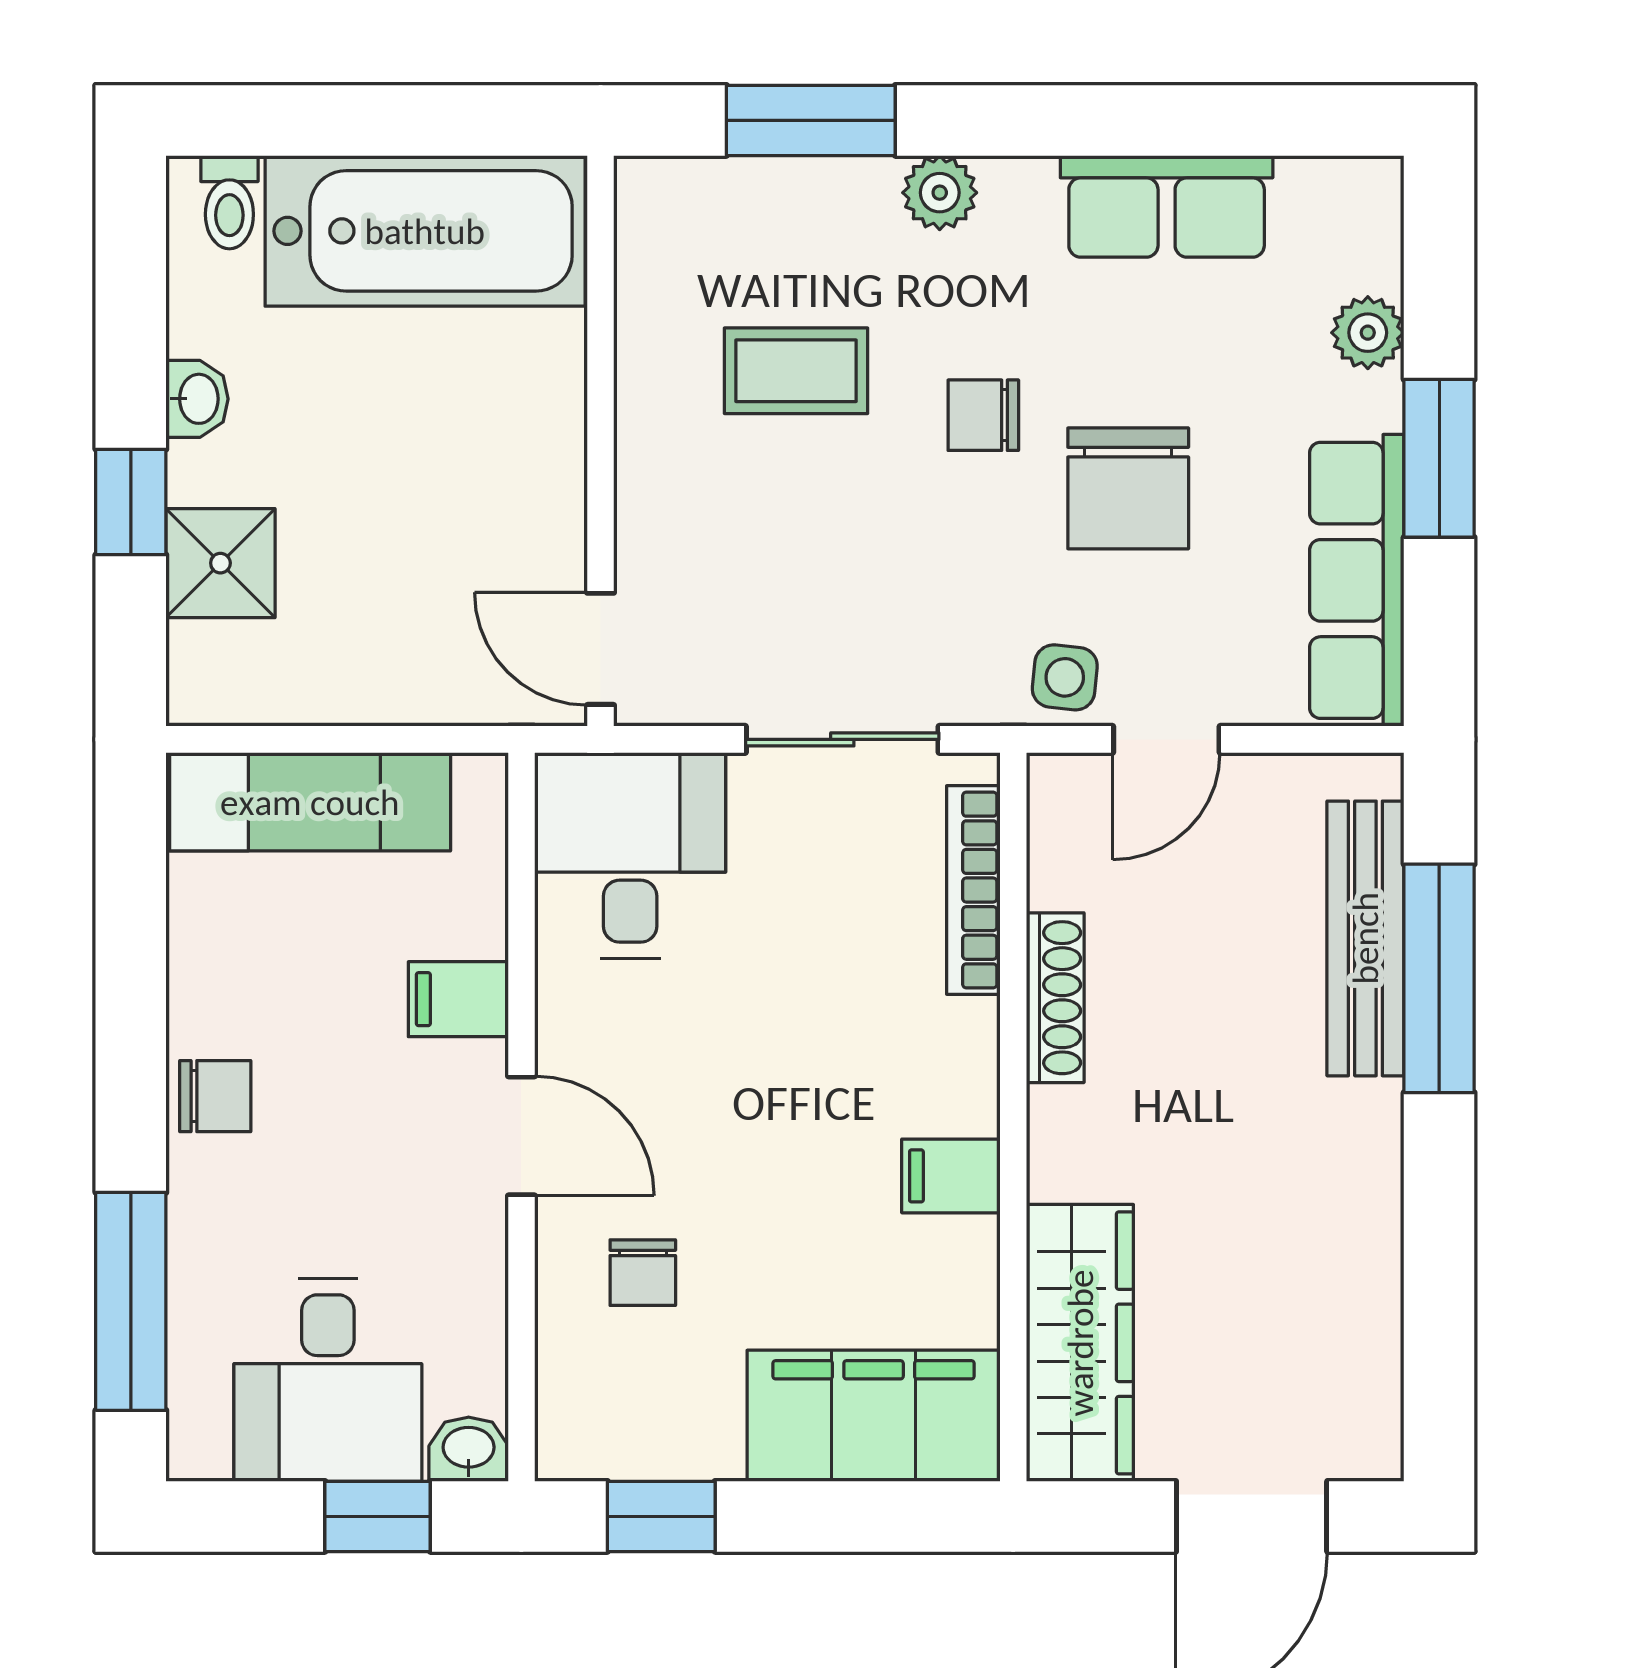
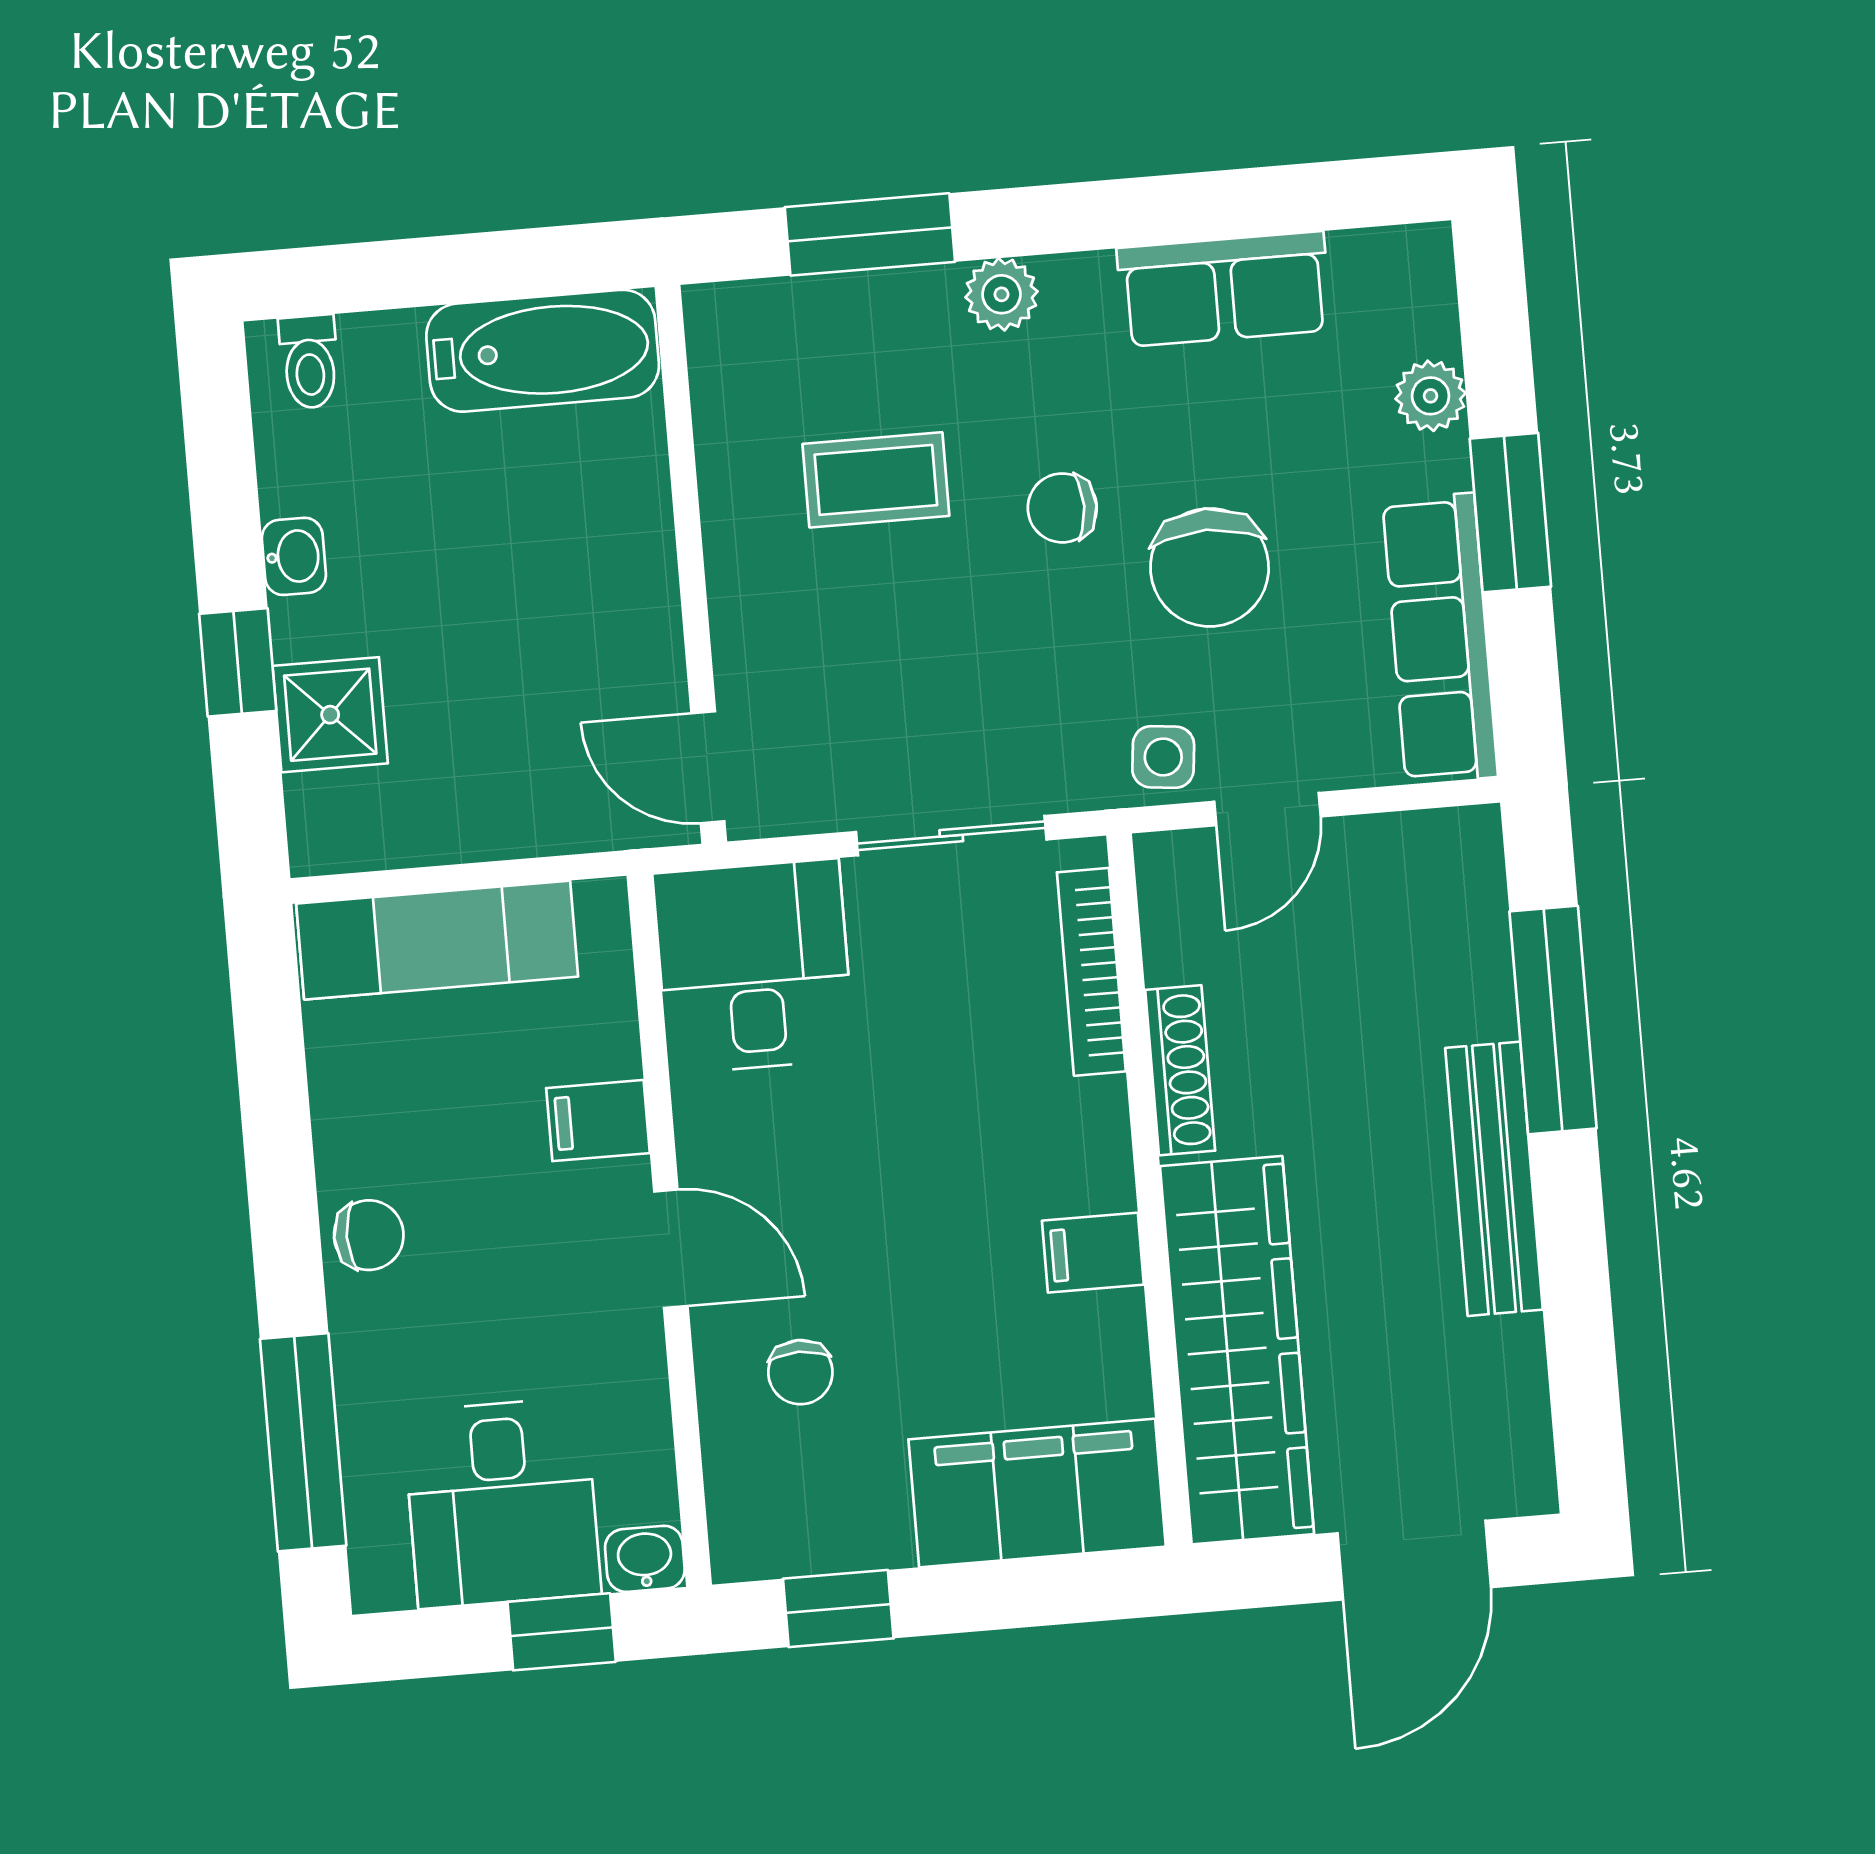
bathtub: (425, 231) -> (543, 351), width x0.73, depth x0.73
bench: (1365, 938) -> (1494, 1179), moved
wardrobe: (1080, 1343) -> (1237, 1350), width x1.40, depth x1.17

